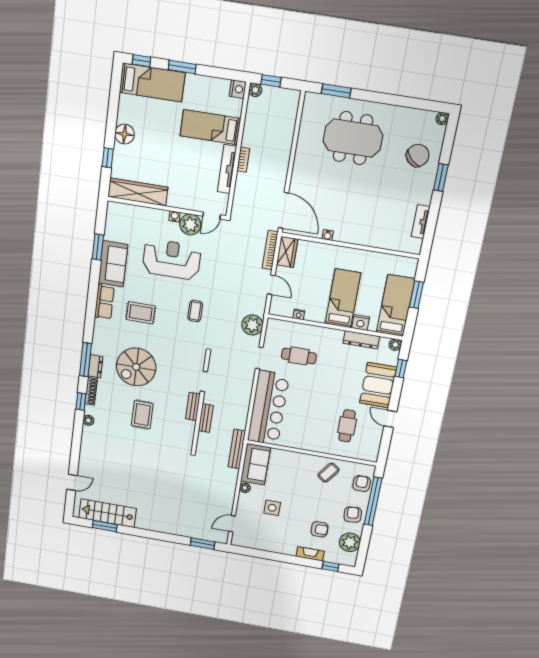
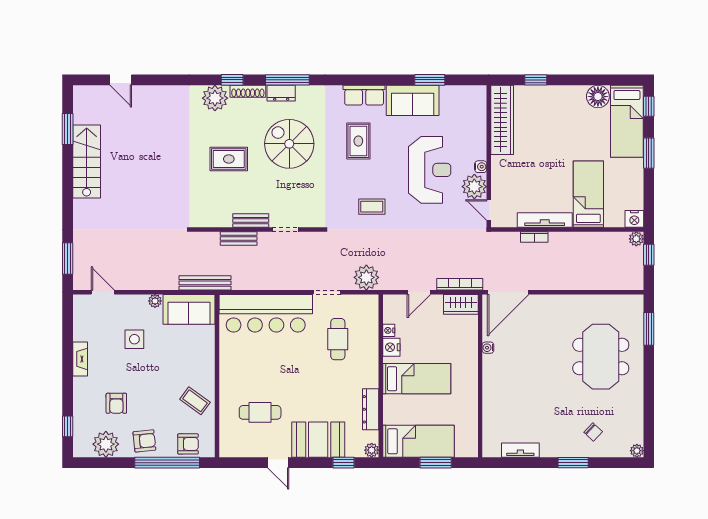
floor lamp: (125, 134) -> (598, 97), moved
chair: (418, 155) -> (593, 432), width x0.54, depth x0.54
bookcase: (243, 160) -> (534, 237), moved
nightstand: (361, 323) -> (391, 347), moved
door: (390, 419) -> (278, 463), swing flipped
plant: (88, 420) -> (215, 98), width x1.87, depth x1.87
stairs: (108, 513) -> (87, 162), moved
fireplace: (310, 554) -> (80, 359), moved

